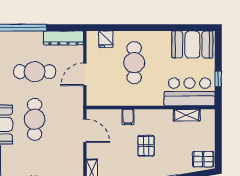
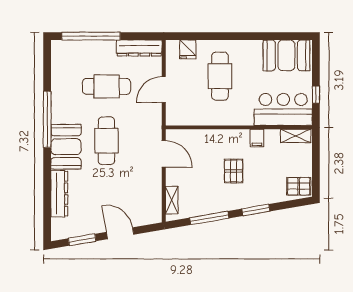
shelving: (187, 115) -> (296, 136), moved
filing cabinet: (128, 117) -> (257, 138), moved

